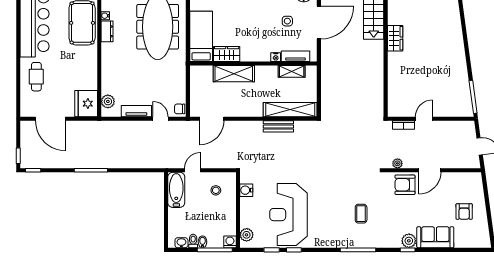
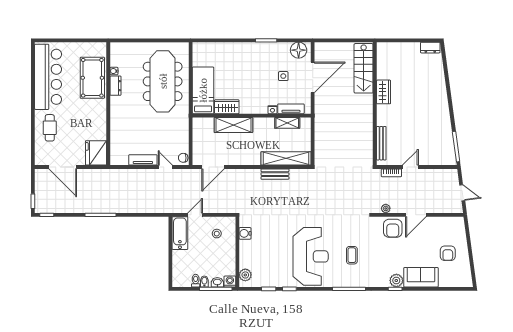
bench: (393, 93) -> (381, 143), added
plant: (108, 101) -> (116, 151), removed
armchair: (405, 185) -> (393, 228), turned -90
reception desk: (289, 215) -> (311, 256), moved, turned 180
washbasin: (181, 243) -> (217, 282), moved

